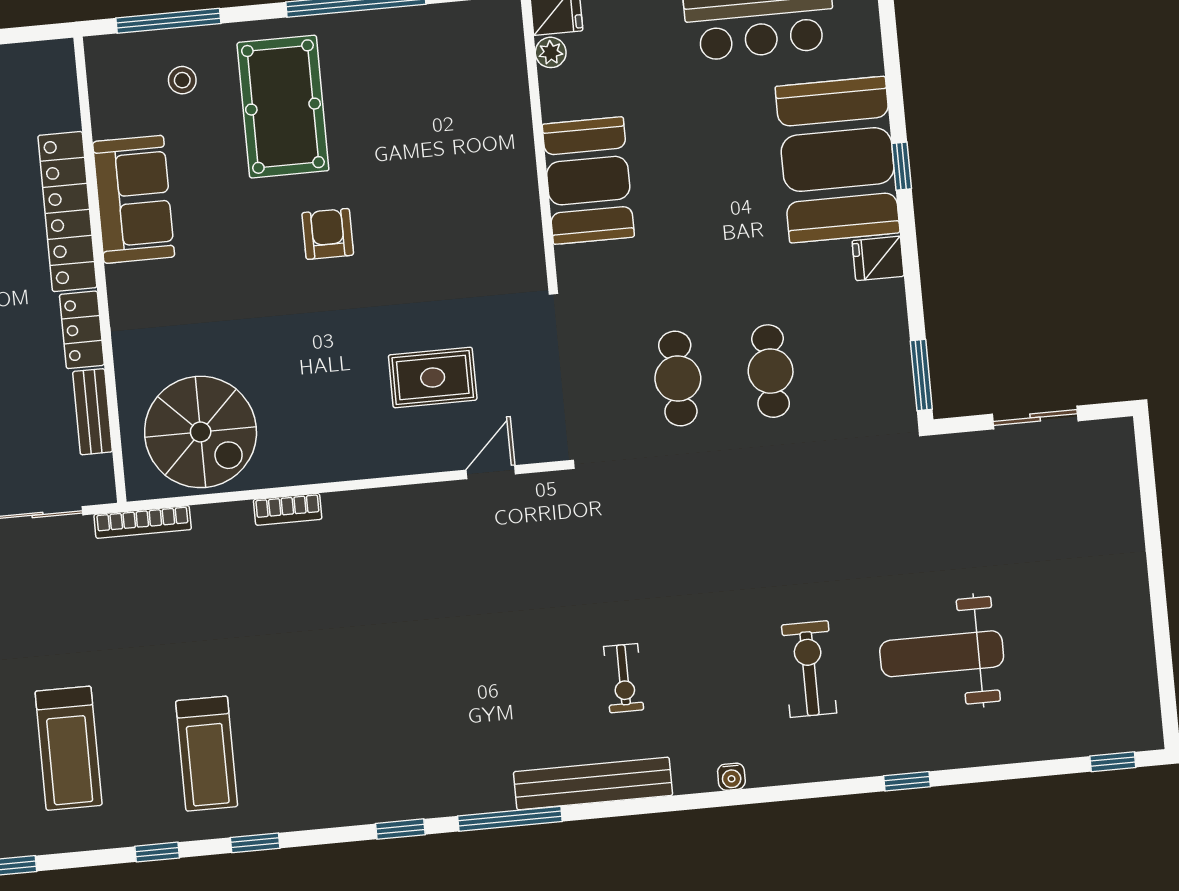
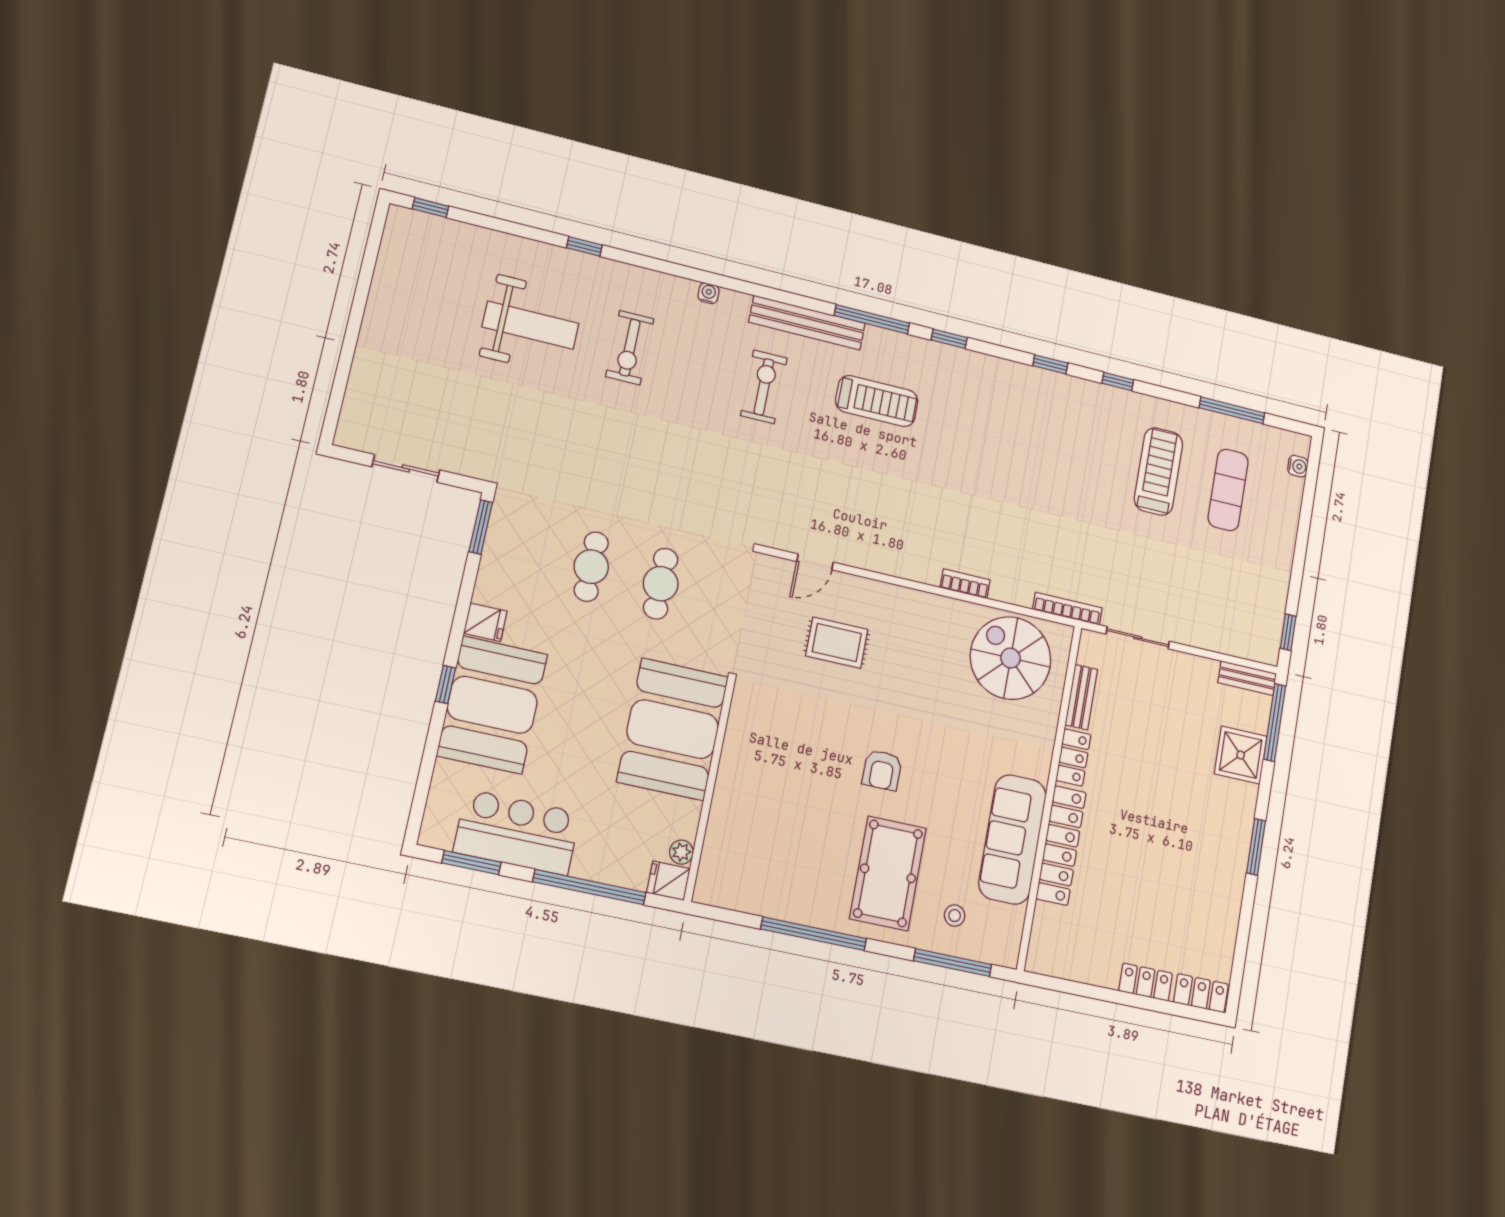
booth: (588, 181) -> (673, 729), width x1.36, depth x1.42
sofa: (134, 199) -> (1012, 839), width x1.36
exercise bike: (624, 678) -> (764, 387), width x1.38, depth x1.39
treadmill: (207, 754) -> (877, 401), moved, turned 90

